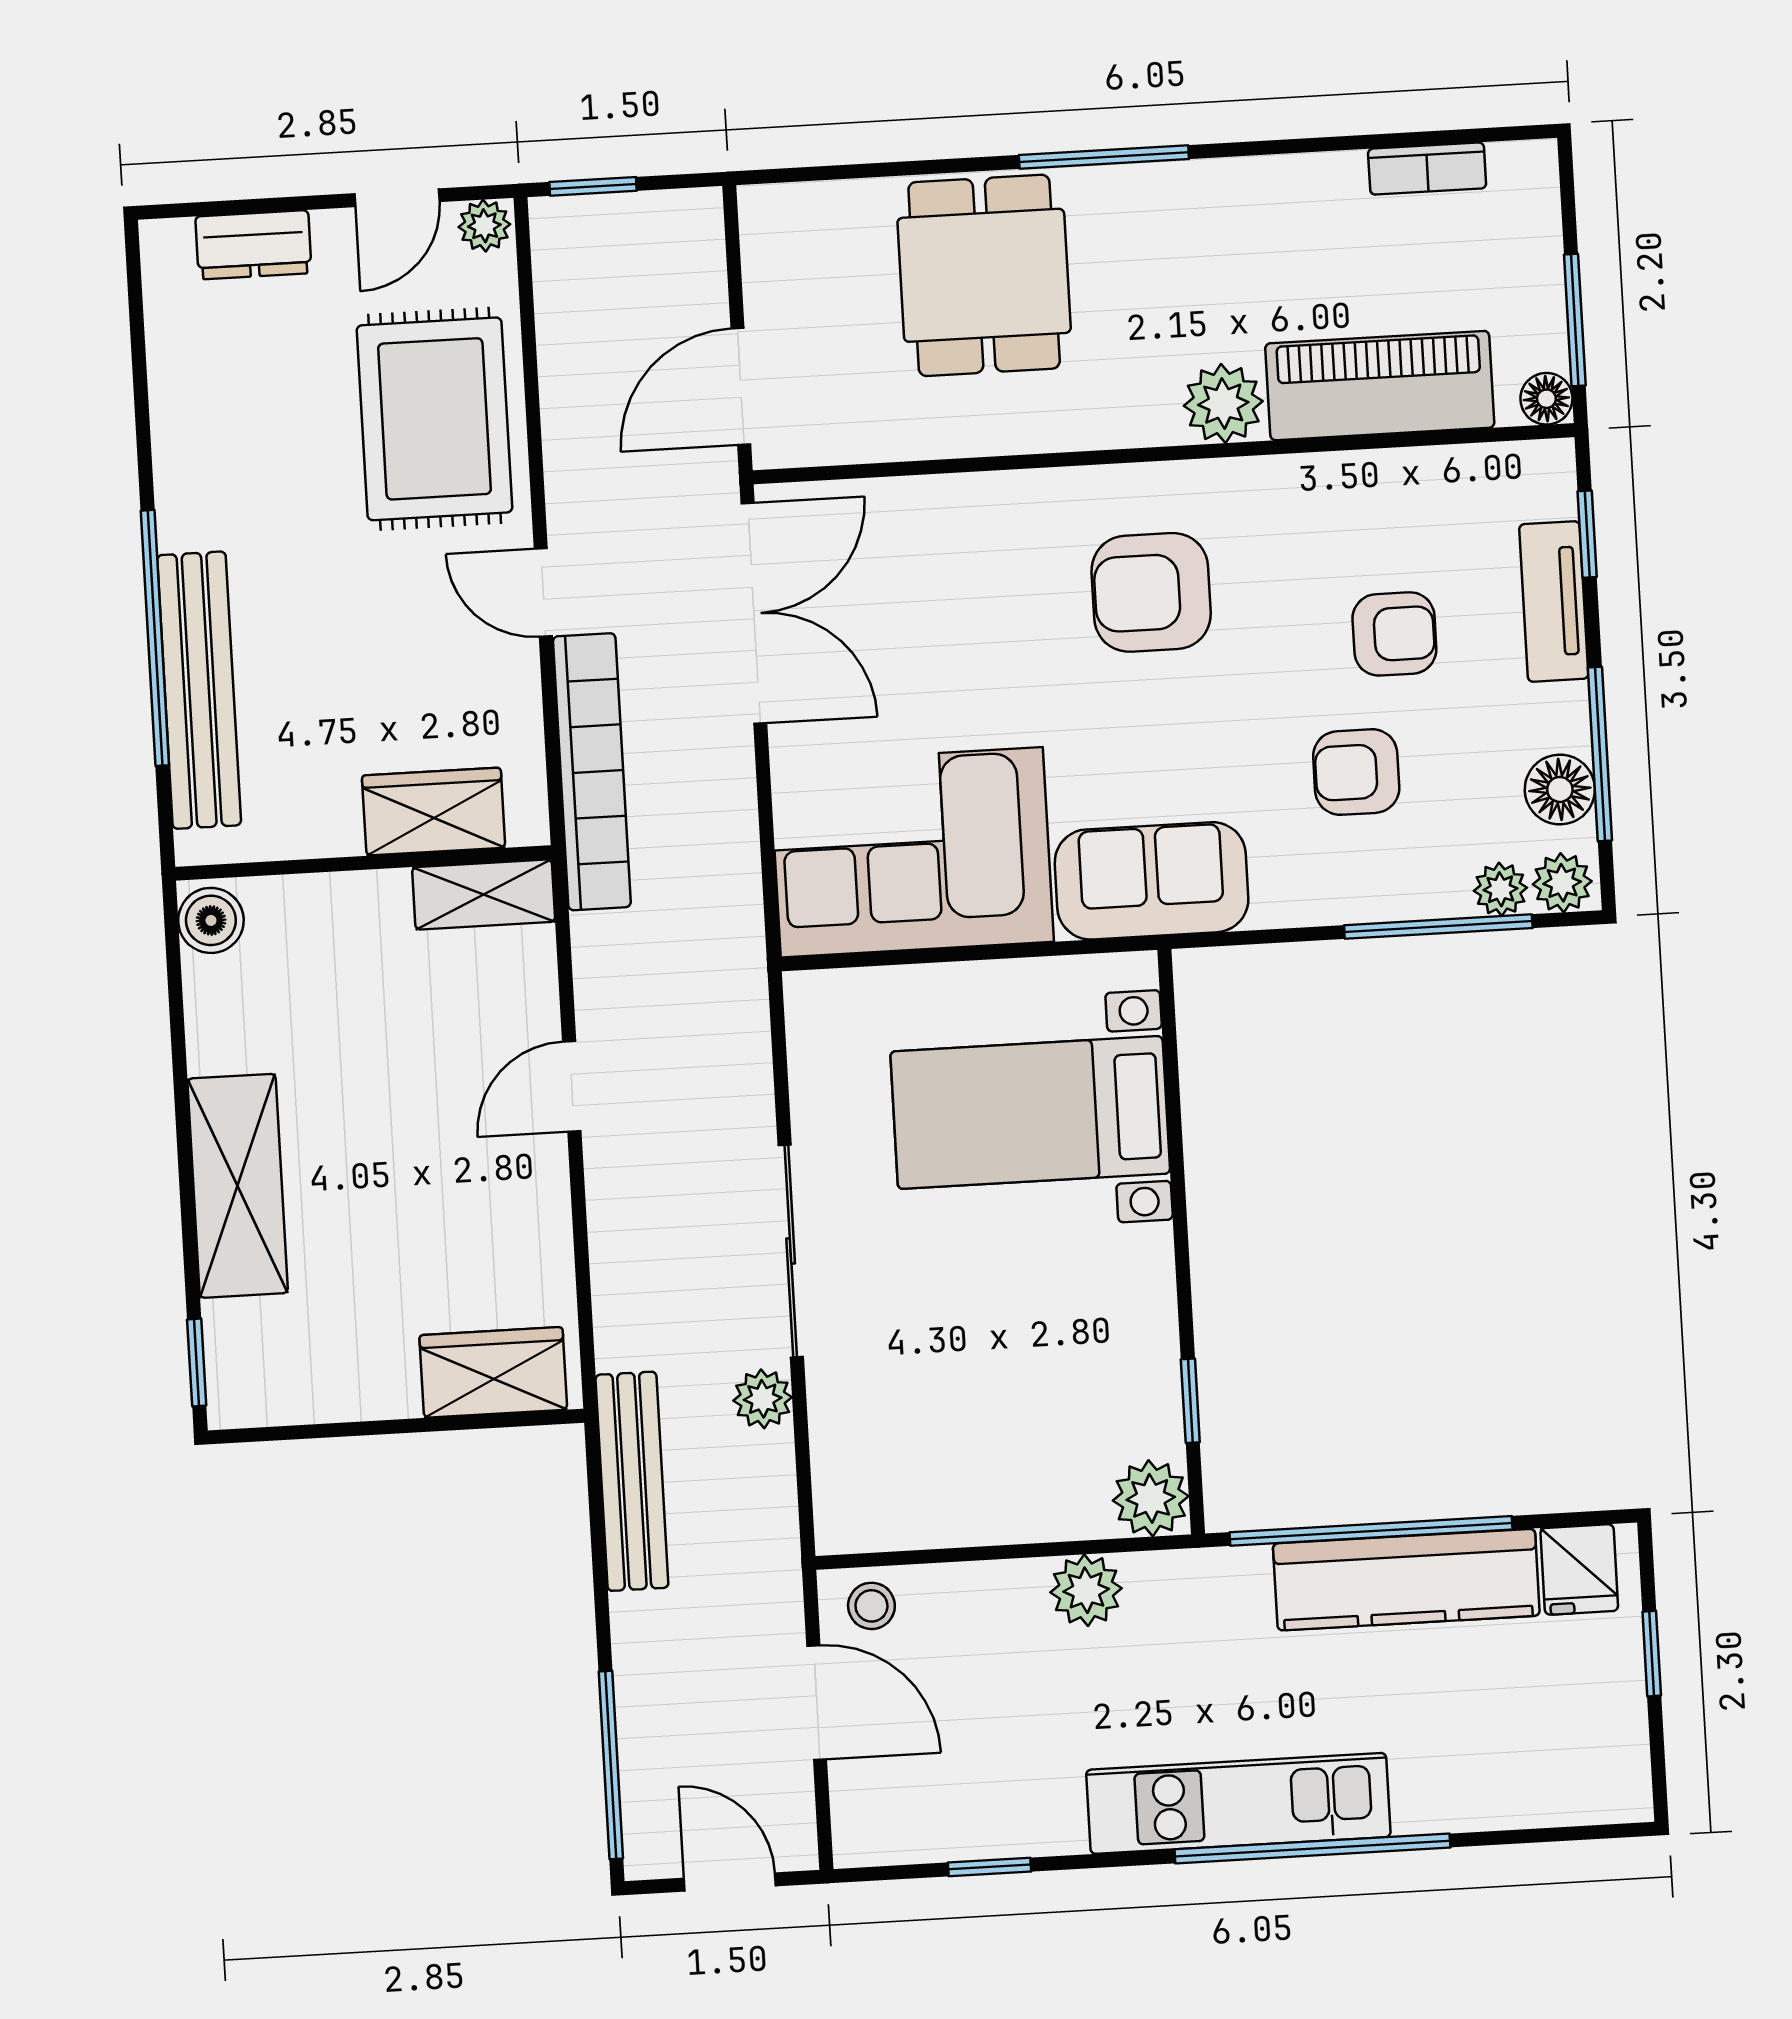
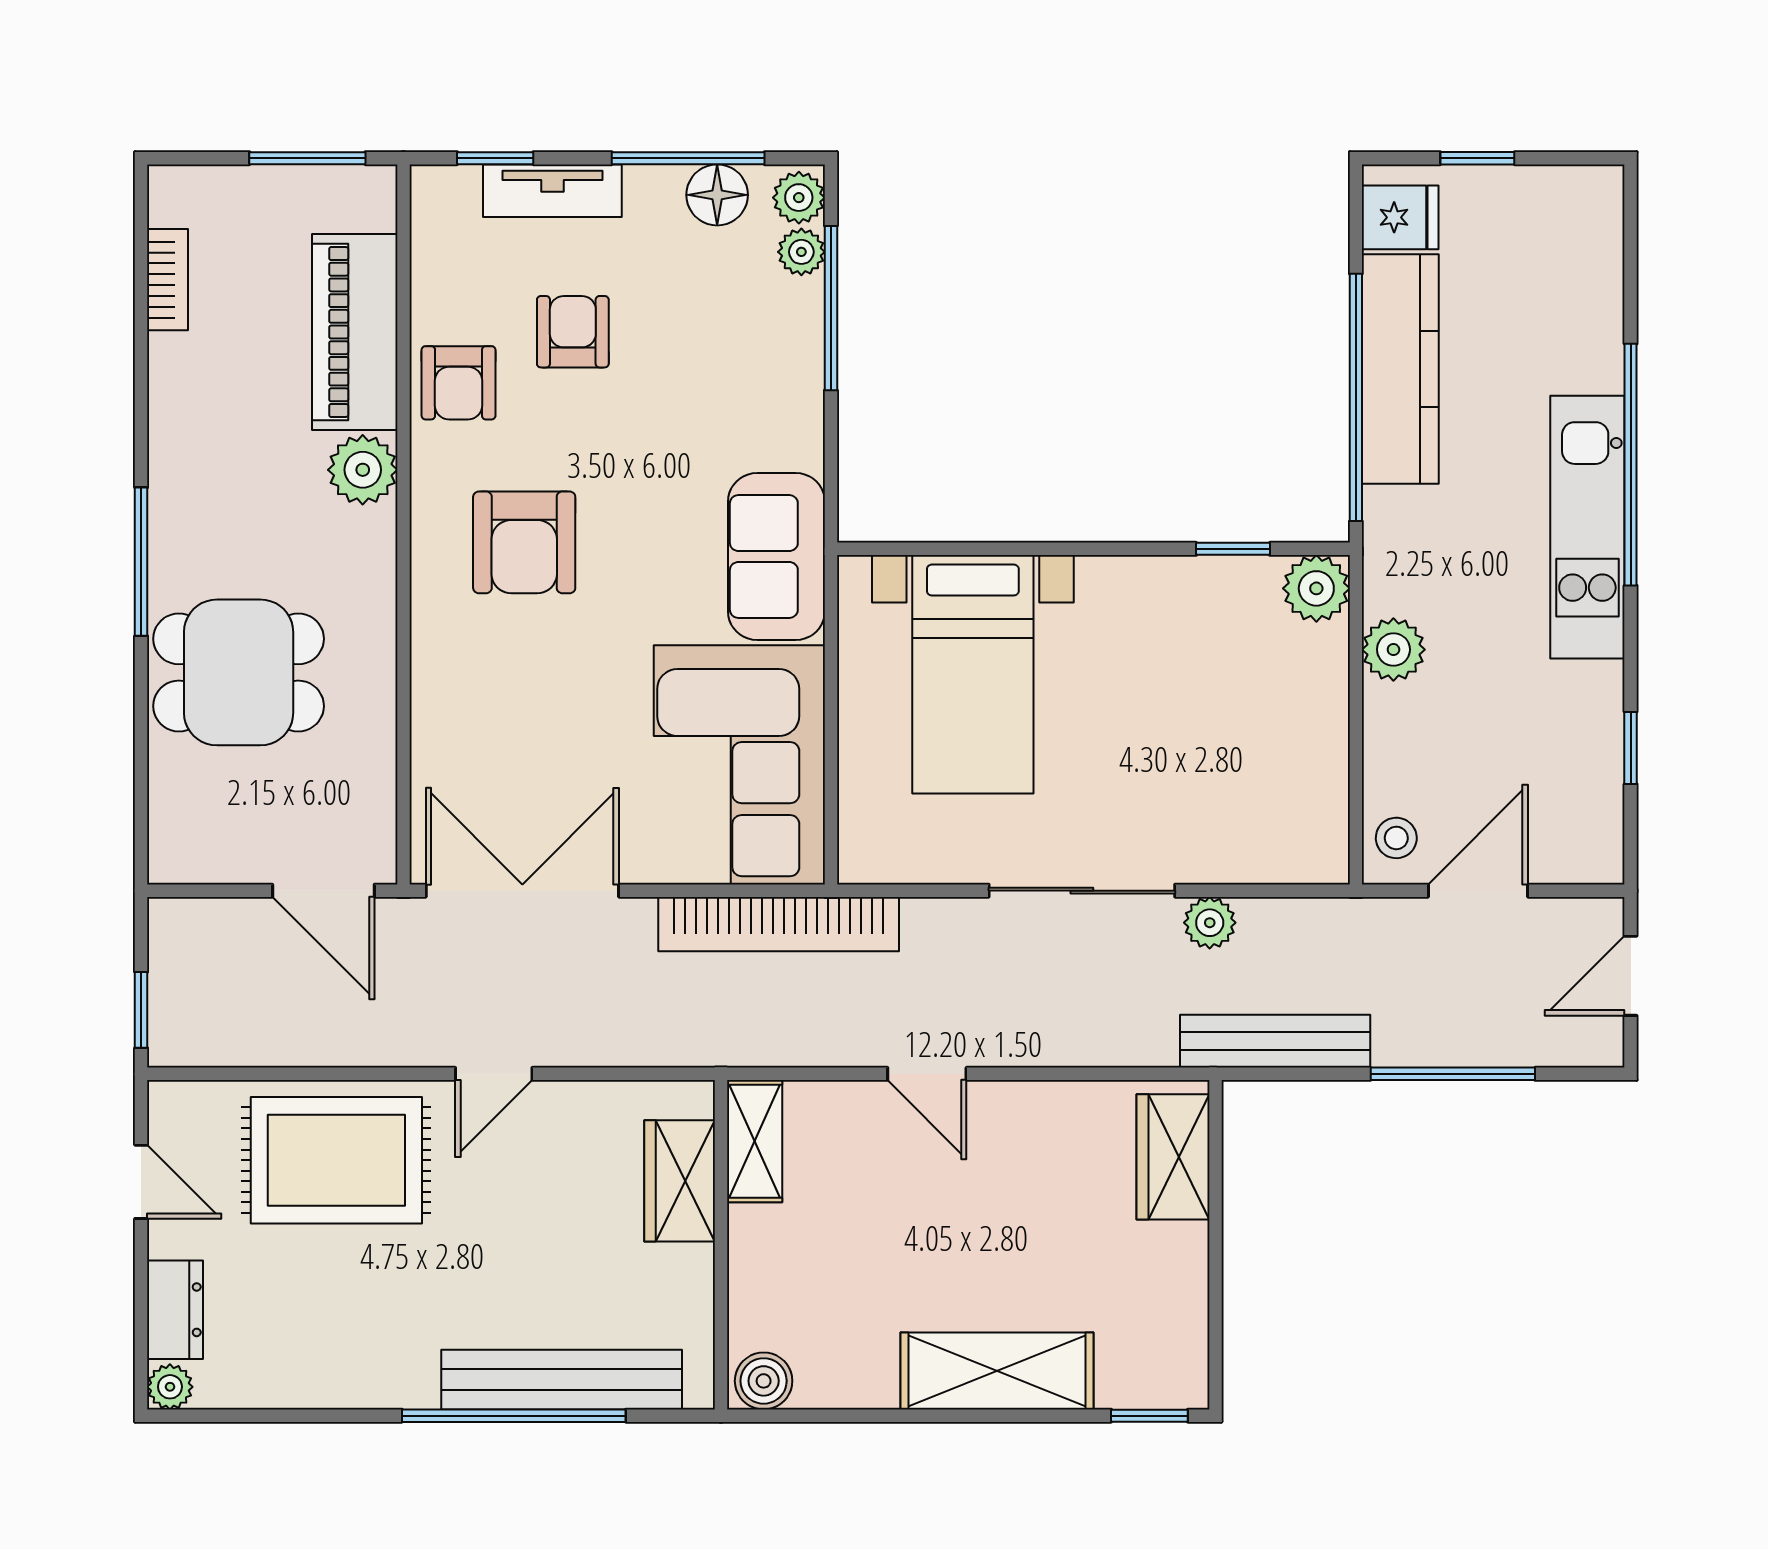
plant: (484, 226) -> (170, 1387), moved
floor lamp: (1546, 399) -> (375, 187), removed
bookcase: (592, 772) -> (779, 924), moved, turned 180
armchair: (1356, 772) -> (459, 383), moved
window: (611, 1765) -> (1453, 1074), moved

